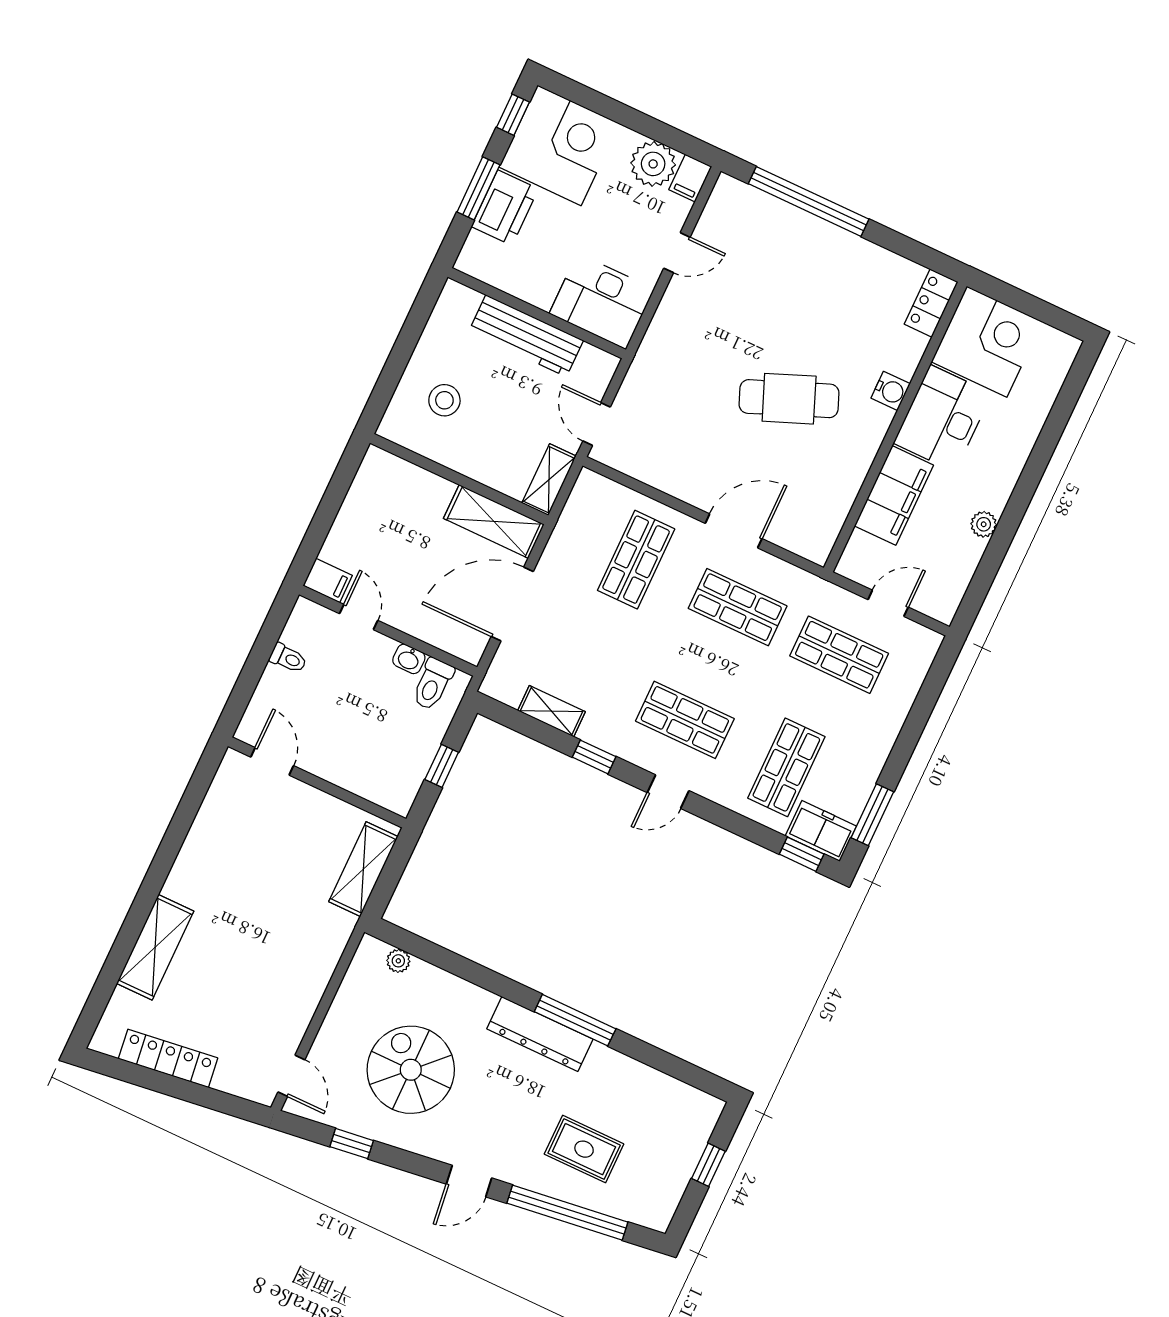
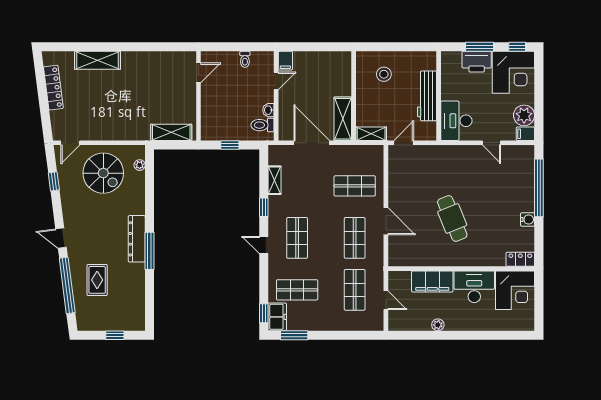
water cooler: (891, 391) -> (528, 220), moved, turned -90
spiral stairs: (411, 1070) -> (103, 173), moved, turned 90

